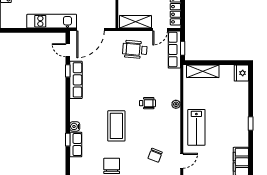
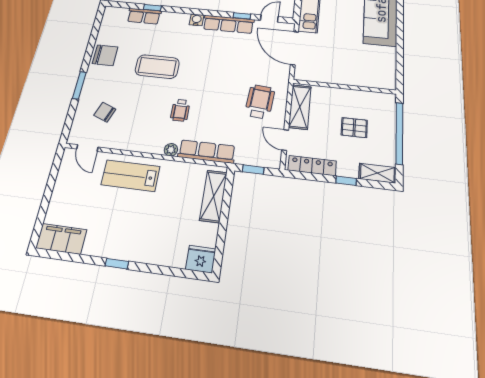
row of seats: (174, 49) -> (207, 152), moved
water cooler: (75, 126) -> (197, 20), moved

